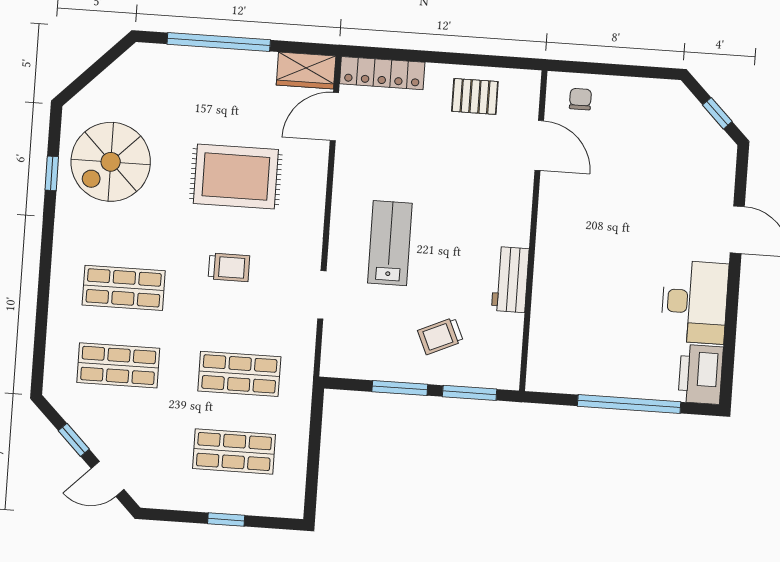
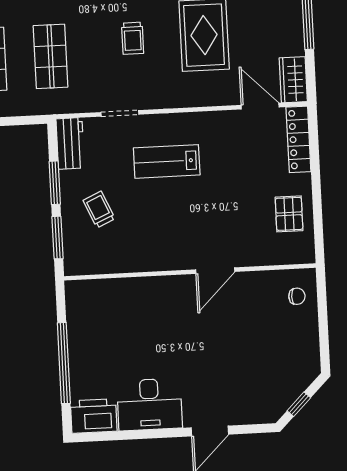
door: (539, 145) -> (215, 271), moved
lab bench: (390, 243) -> (167, 161), turned 180
workbench: (510, 280) -> (70, 143), moved, turned 90

